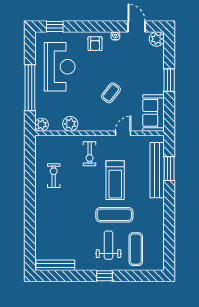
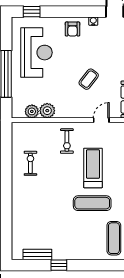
plant: (42, 125) -> (32, 111), moved
treadmill: (115, 180) -> (93, 168), turned 180
weight bench: (108, 245) -> (86, 234), removed
bench: (55, 265) -> (37, 255), width x0.73
window: (105, 276) -> (59, 265), moved

